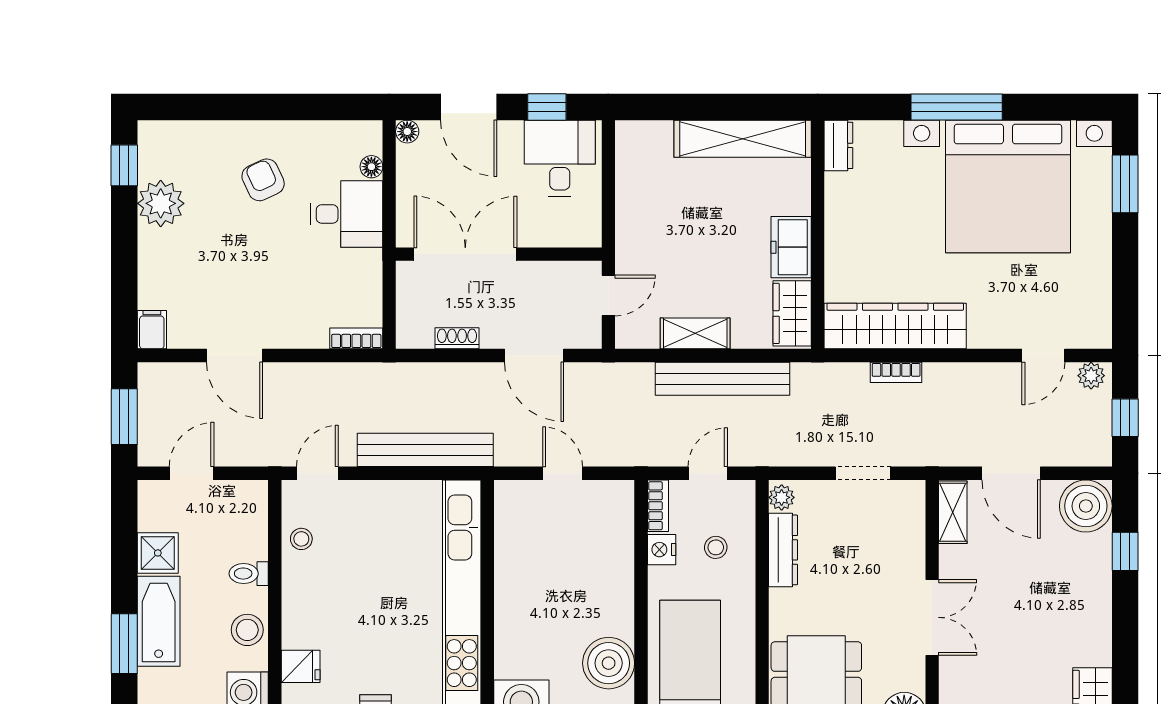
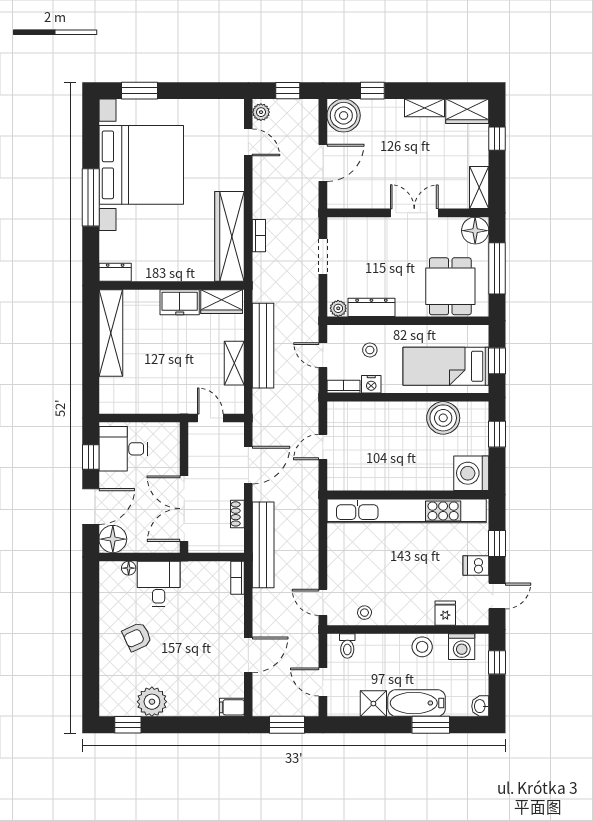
floor lamp: (407, 132) -> (113, 539), width x1.89, depth x1.89
bench: (425, 450) -> (263, 545), moved
shelving: (953, 512) -> (424, 108), moved
toilet: (249, 574) -> (347, 646), moved

